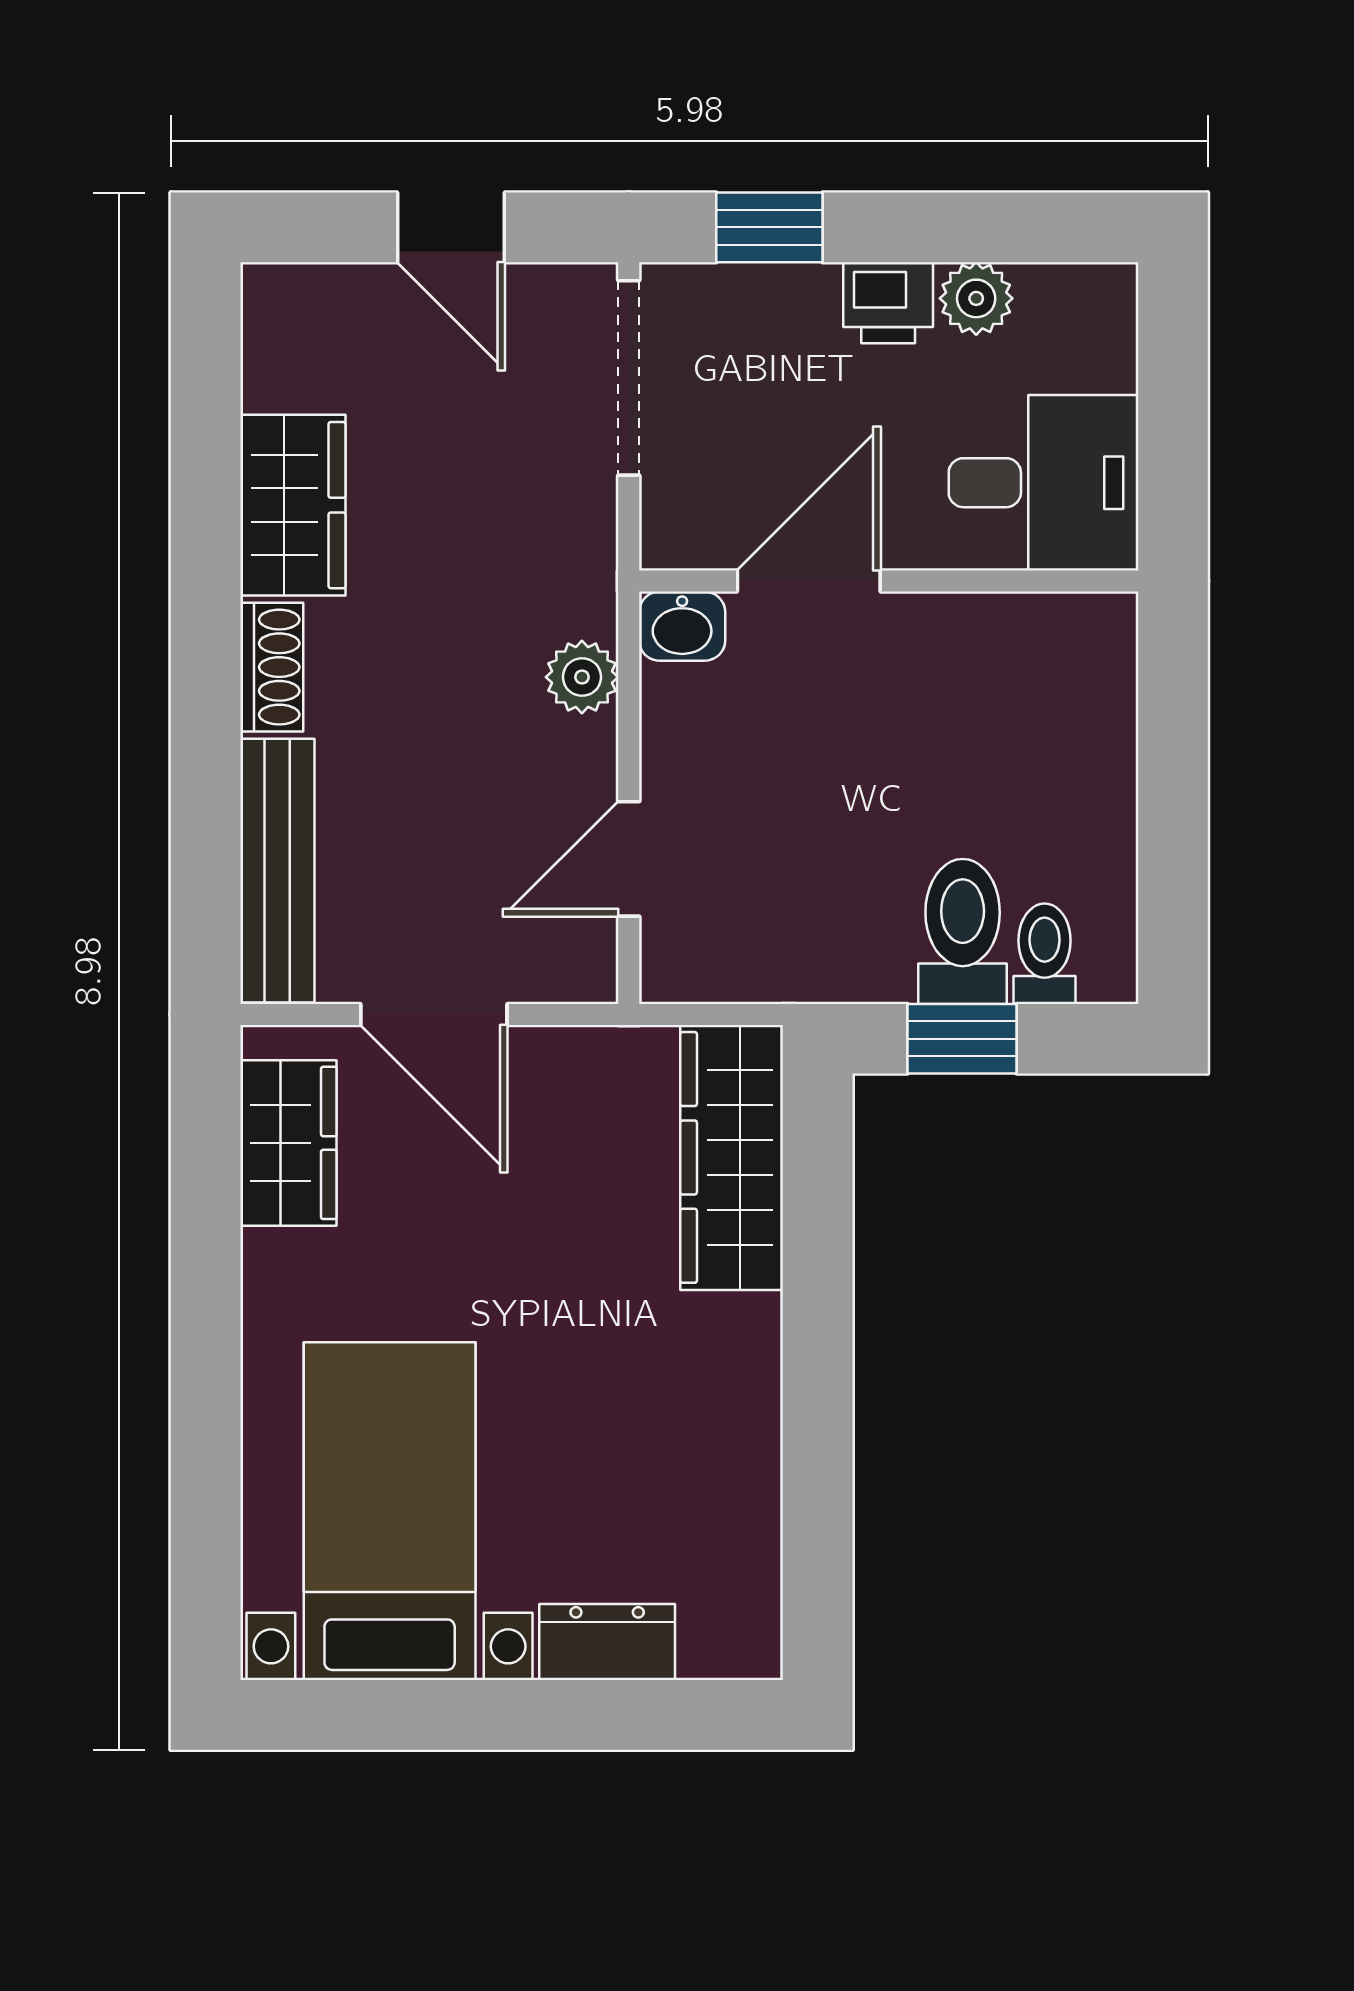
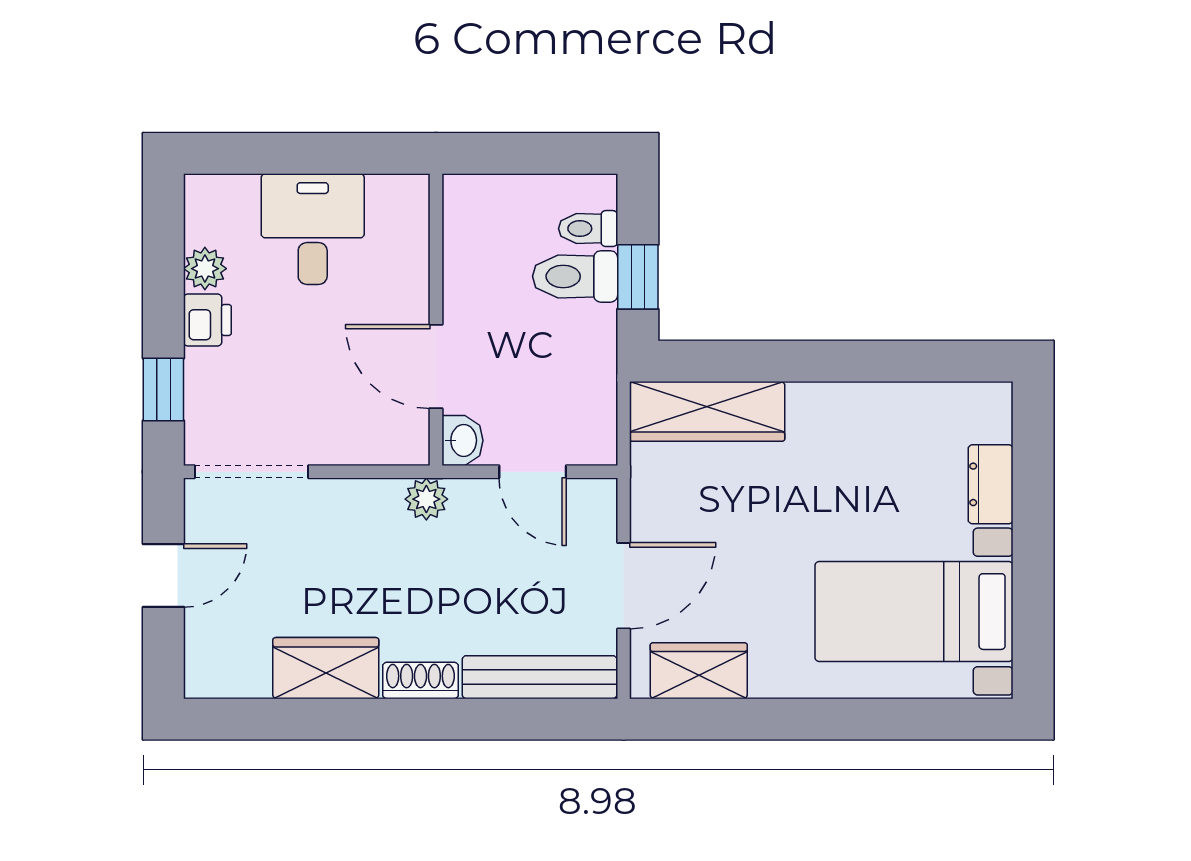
door: (809, 581) -> (436, 366), moved
wall: (889, 581) -> (436, 320), moved
washbasin: (682, 626) -> (462, 440), moved

